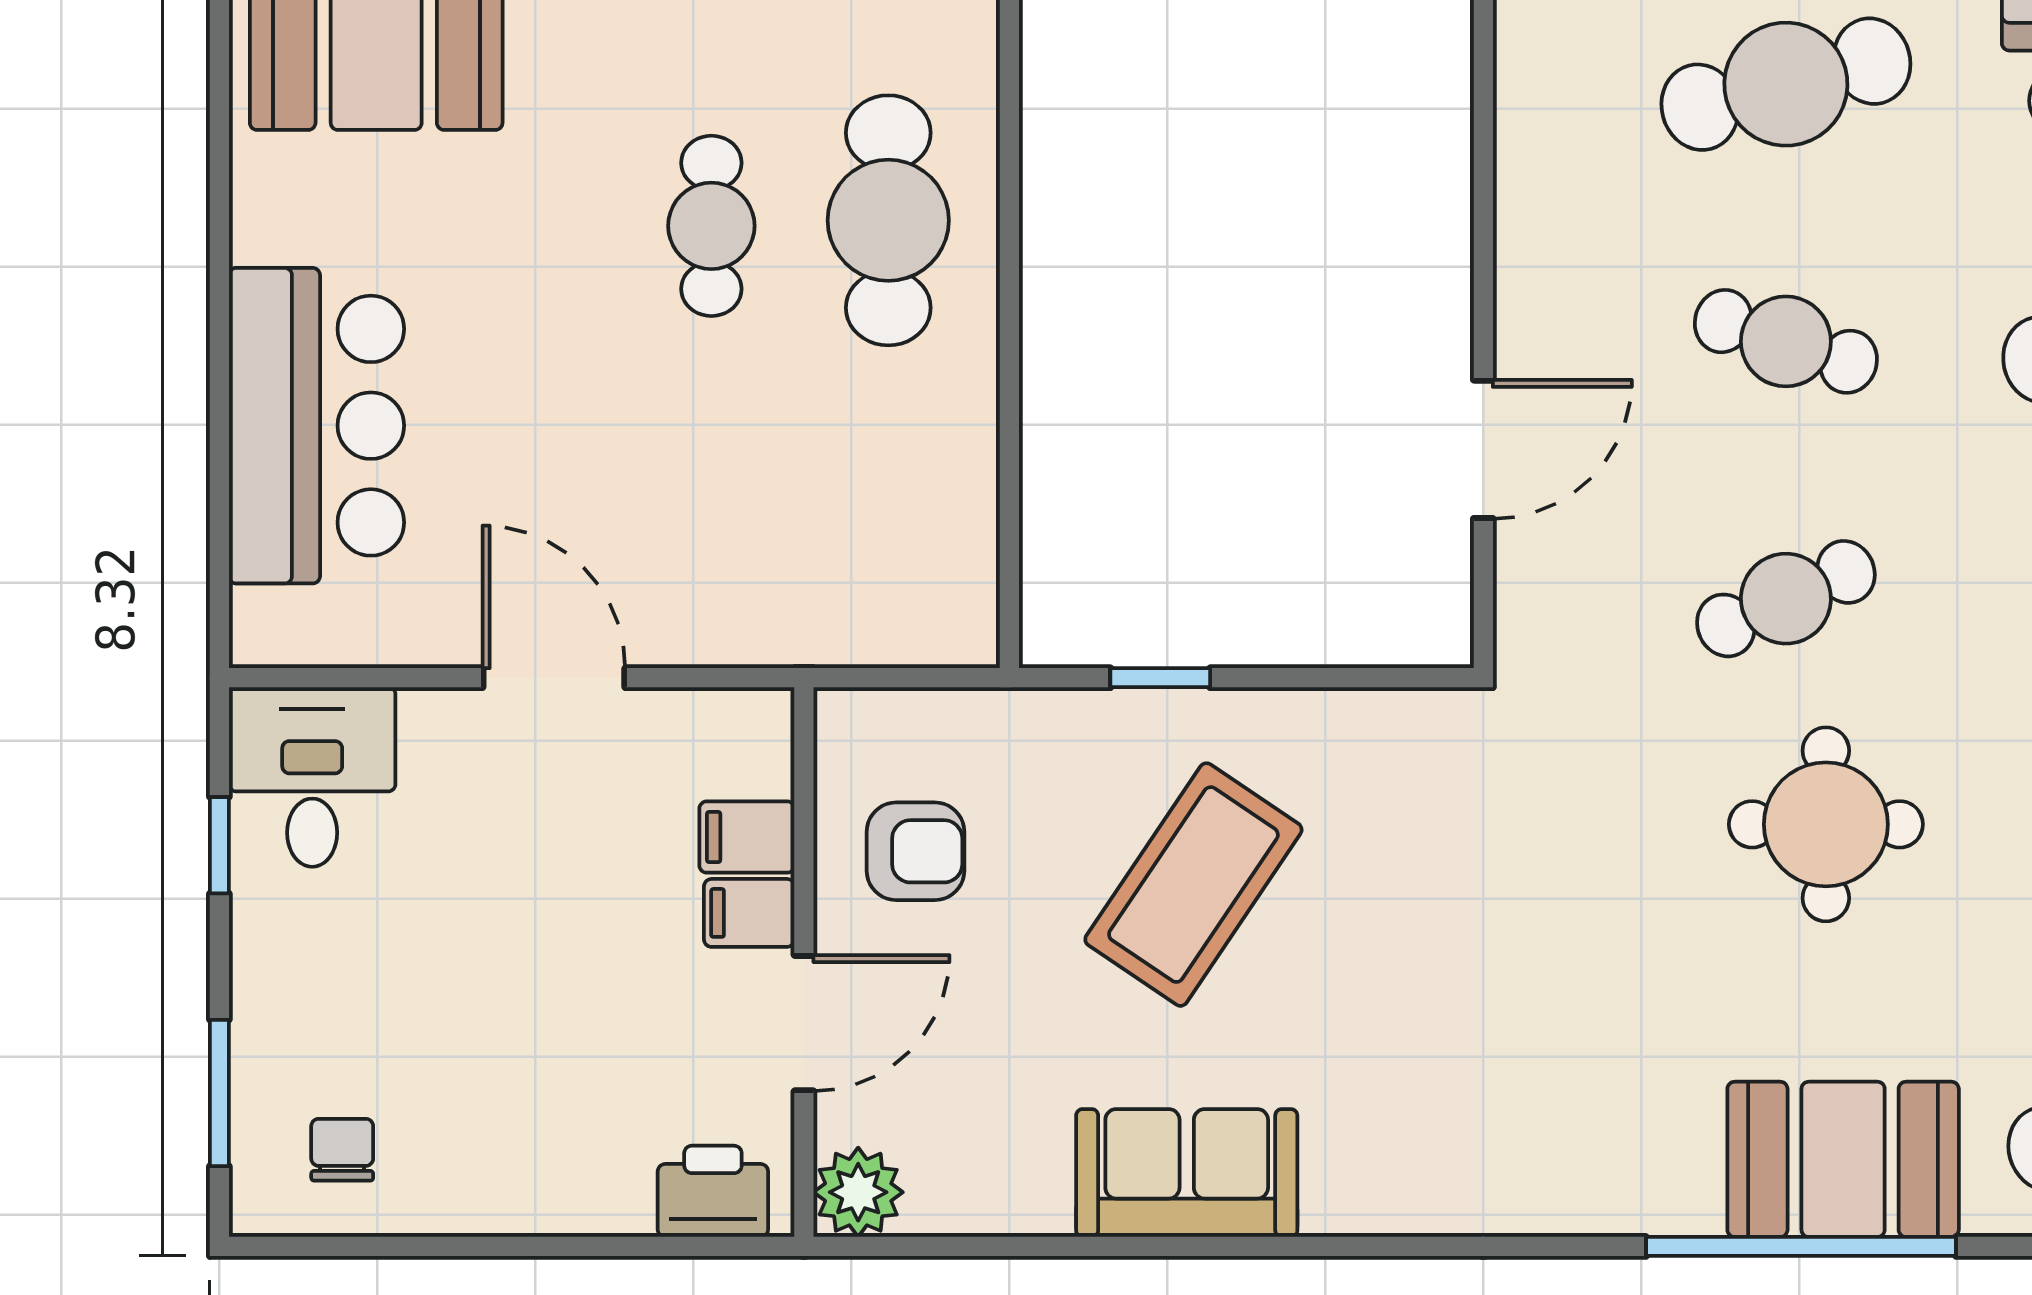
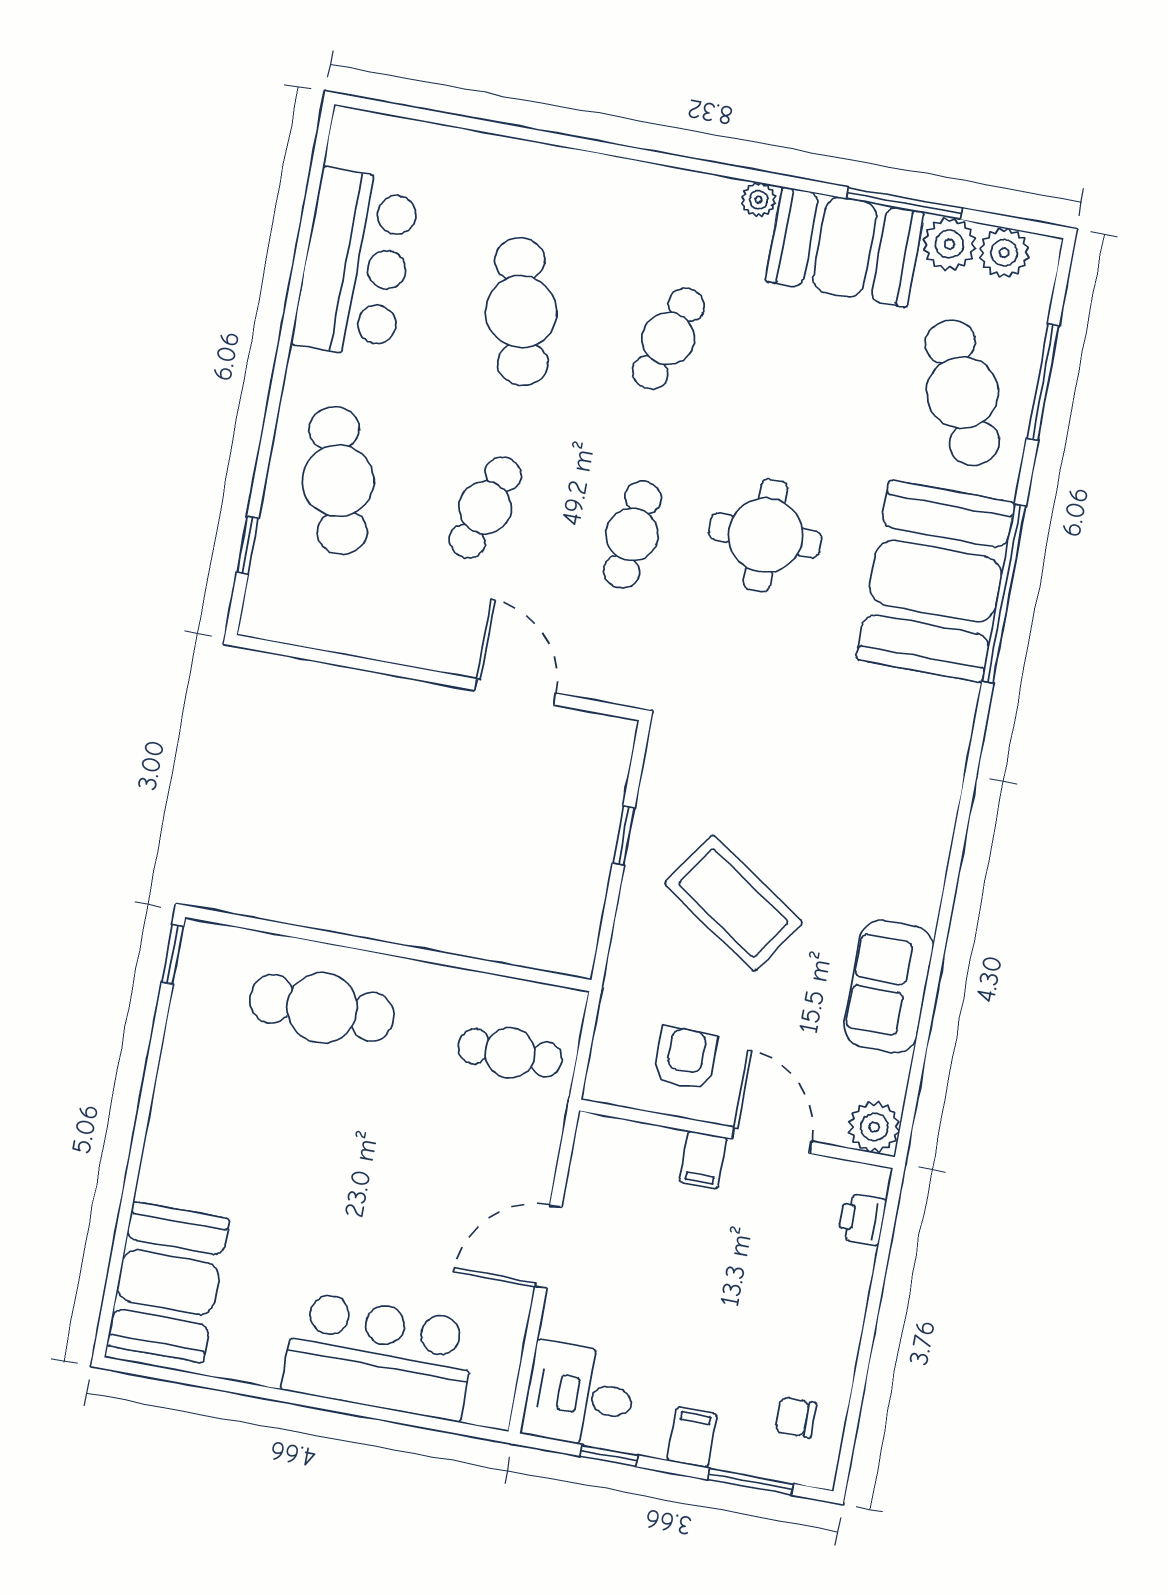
cafe table: (711, 226) -> (510, 1053), moved
cafe table: (1786, 599) -> (632, 535), turned 30
window: (1160, 678) -> (624, 836), moved
filing cabinet: (747, 837) -> (692, 1437), moved, turned 180
booth: (1843, 1159) -> (935, 581), width x1.36, depth x1.42
sofa: (1187, 1173) -> (889, 987), moved
printer: (713, 1191) -> (862, 1219), width x0.73, depth x0.81

